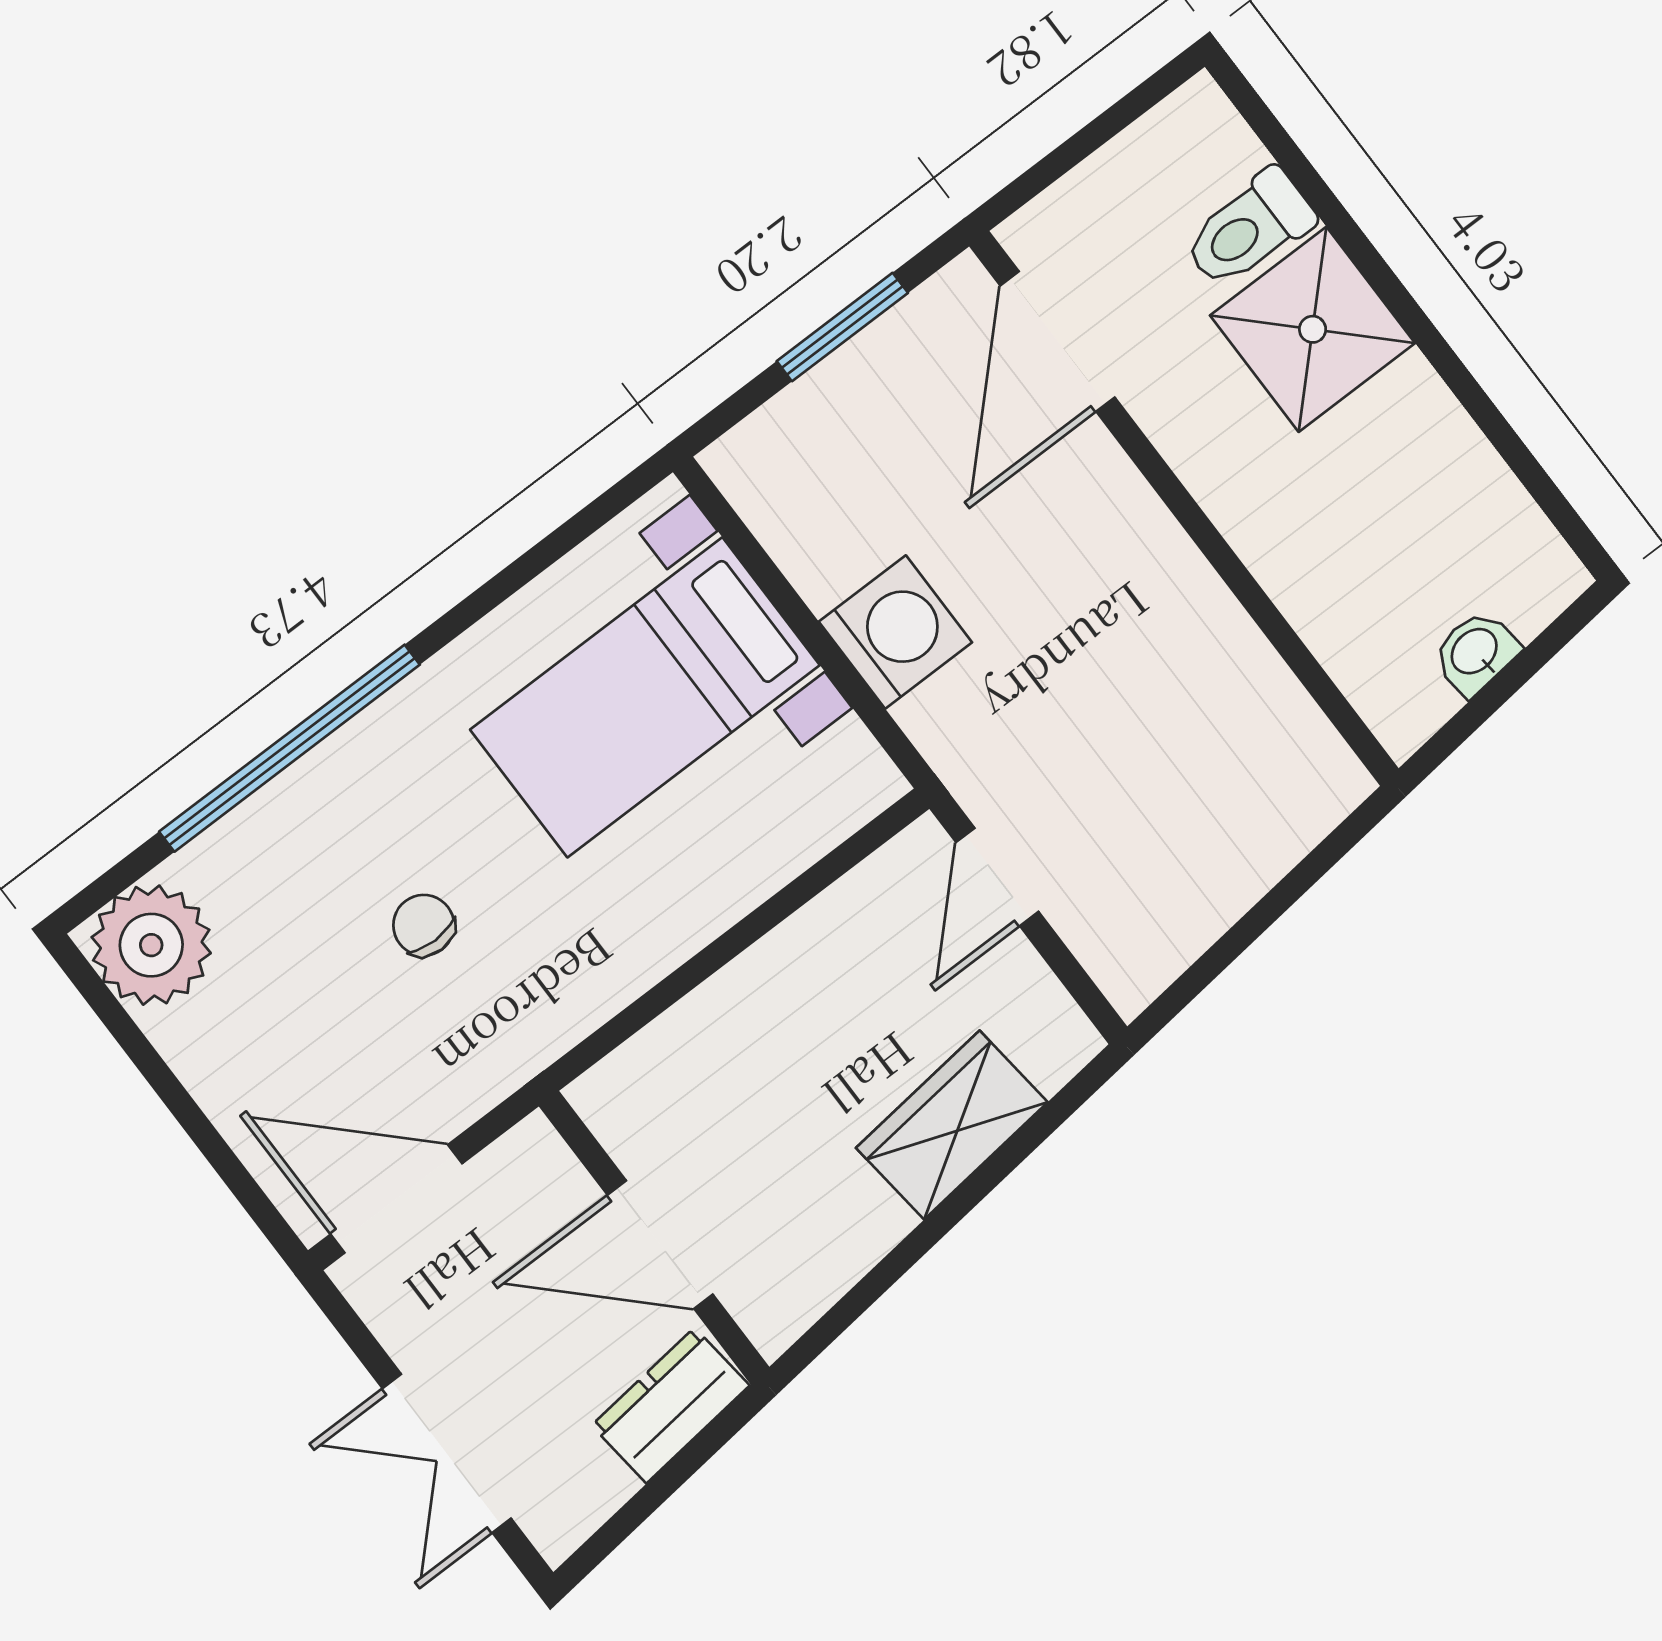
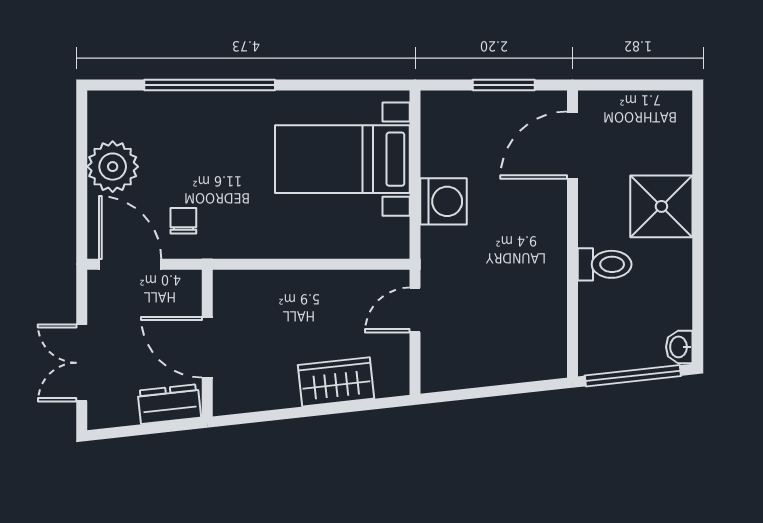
toilet: (1249, 229) -> (605, 264), moved, turned 180
washbasin: (1475, 652) -> (679, 347), moved, turned -84
window: (1501, 688) -> (633, 376), added
chair: (424, 925) -> (183, 221), moved
plant: (151, 945) -> (113, 167), moved

